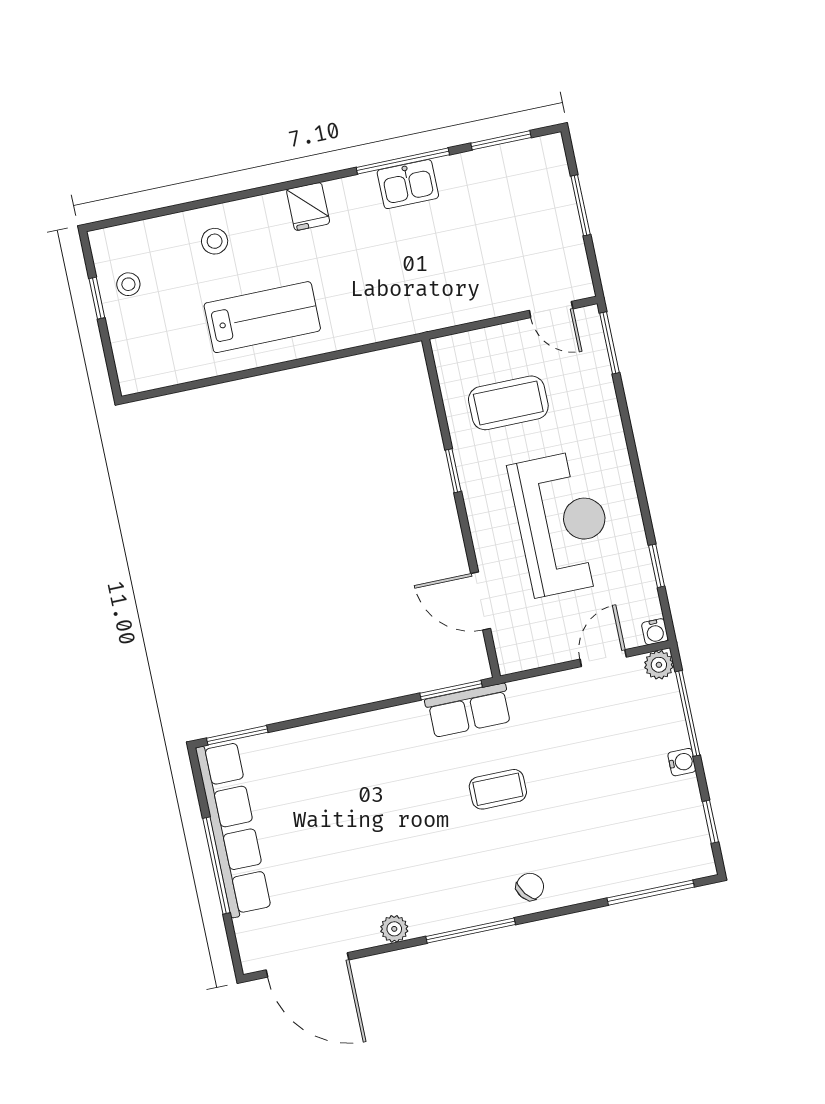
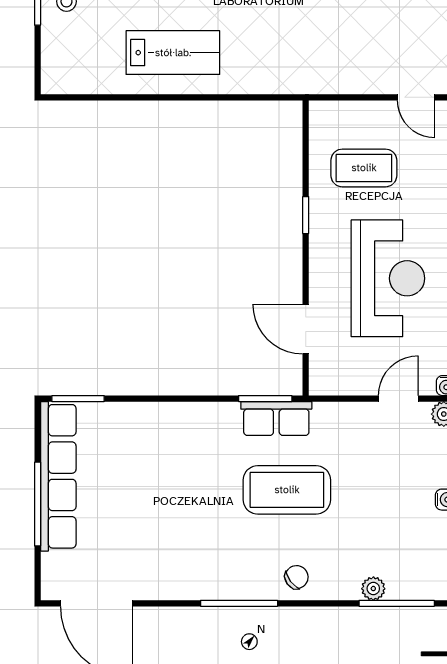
coffee table: (498, 789) -> (287, 490), width x1.86, depth x1.72
plant: (394, 929) -> (373, 589), moved

